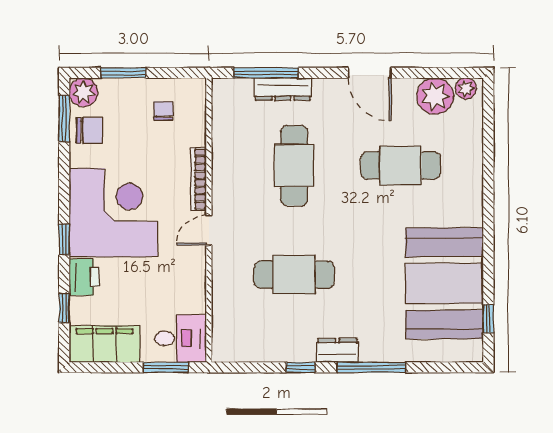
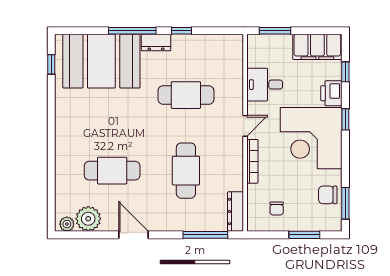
dresser: (283, 89) -> (236, 212), moved, turned -90
plant: (84, 92) -> (332, 221), removed
booth: (444, 283) -> (101, 61), moved, turned 90
desk: (181, 338) -> (265, 85), moved

